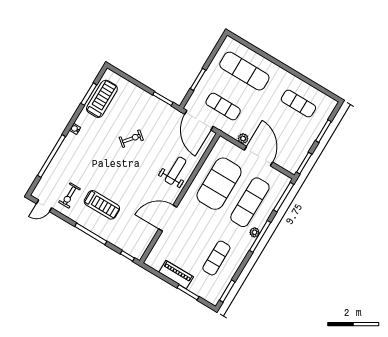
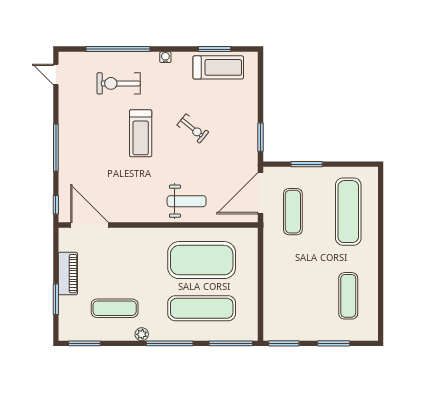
plant: (243, 139) -> (270, 256), removed
door: (259, 156) -> (260, 286), removed
exercise bike: (70, 196) -> (119, 83), moved, width x1.38, depth x1.39
treadmill: (102, 205) -> (141, 133), moved
door: (168, 218) -> (90, 225), moved
plant: (255, 232) -> (142, 334), moved

